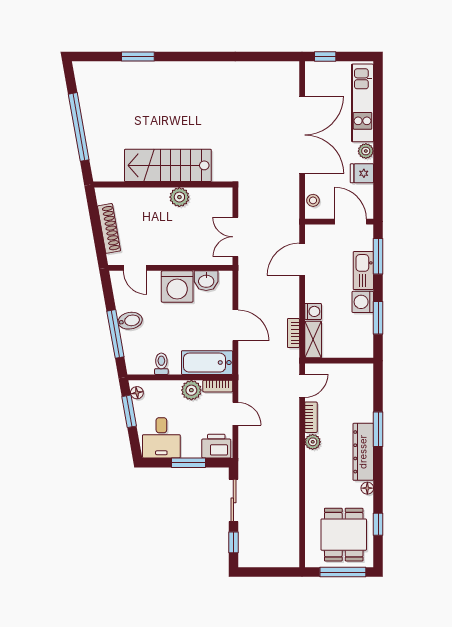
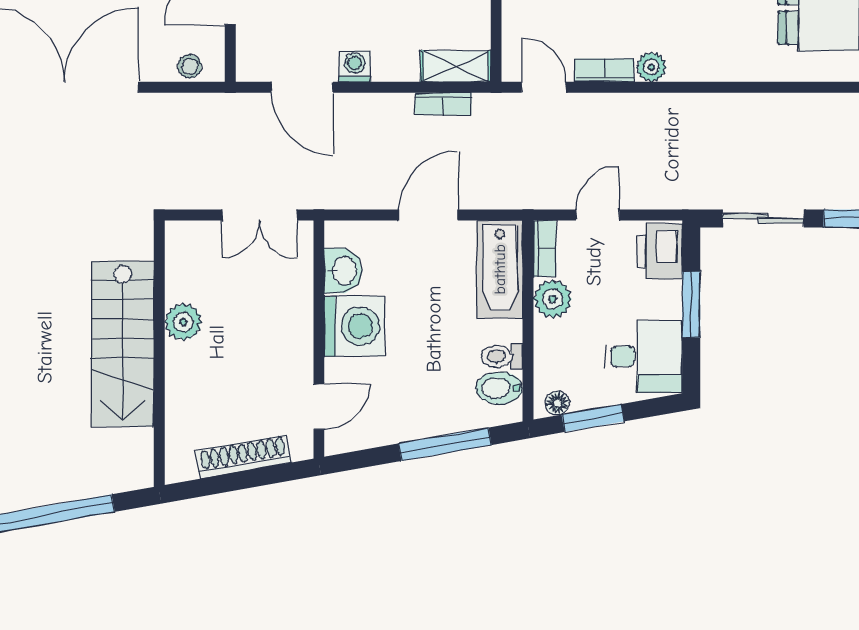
washing machine: (313, 311) -> (355, 66), moved
bidet: (130, 321) -> (499, 388), moved, turned -80

